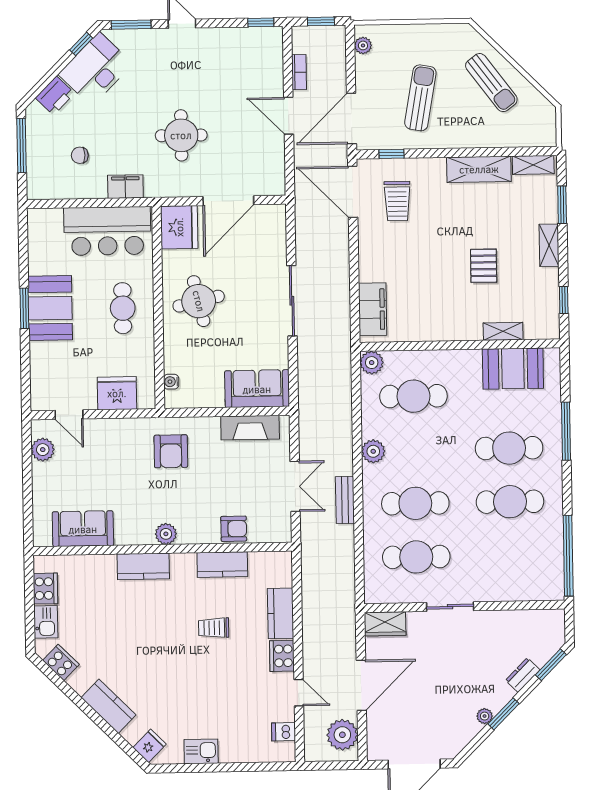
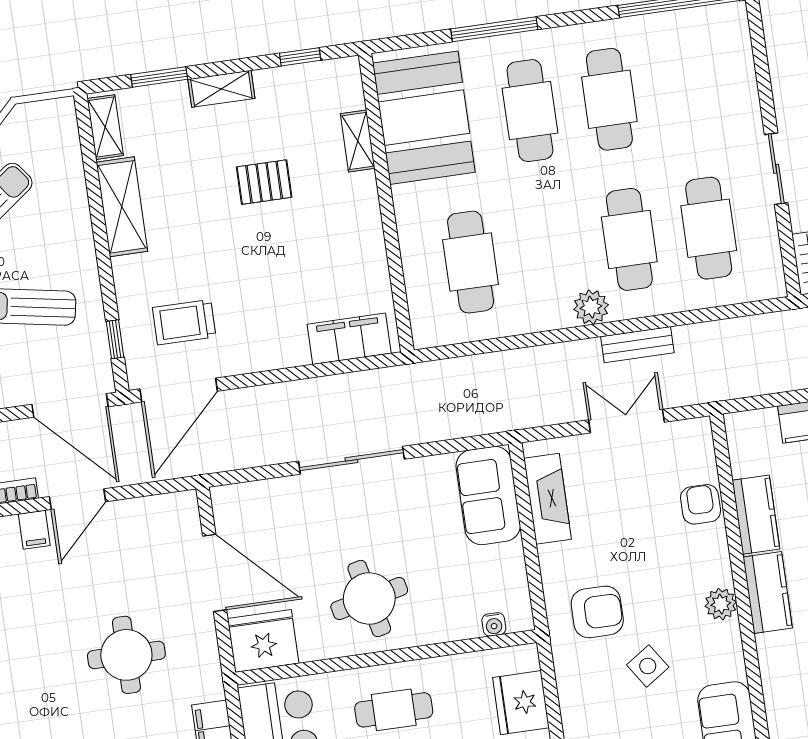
filing cabinet: (272, 85) -> (34, 530), added
trolley: (397, 201) -> (184, 322), turned 180
plant: (372, 363) -> (428, 330), removed
booth: (513, 369) -> (424, 118), width x1.36, depth x1.42
plant: (373, 451) -> (591, 307), moved
side table: (131, 480) -> (648, 666), added
kitchen counter: (143, 566) -> (768, 592), moved

